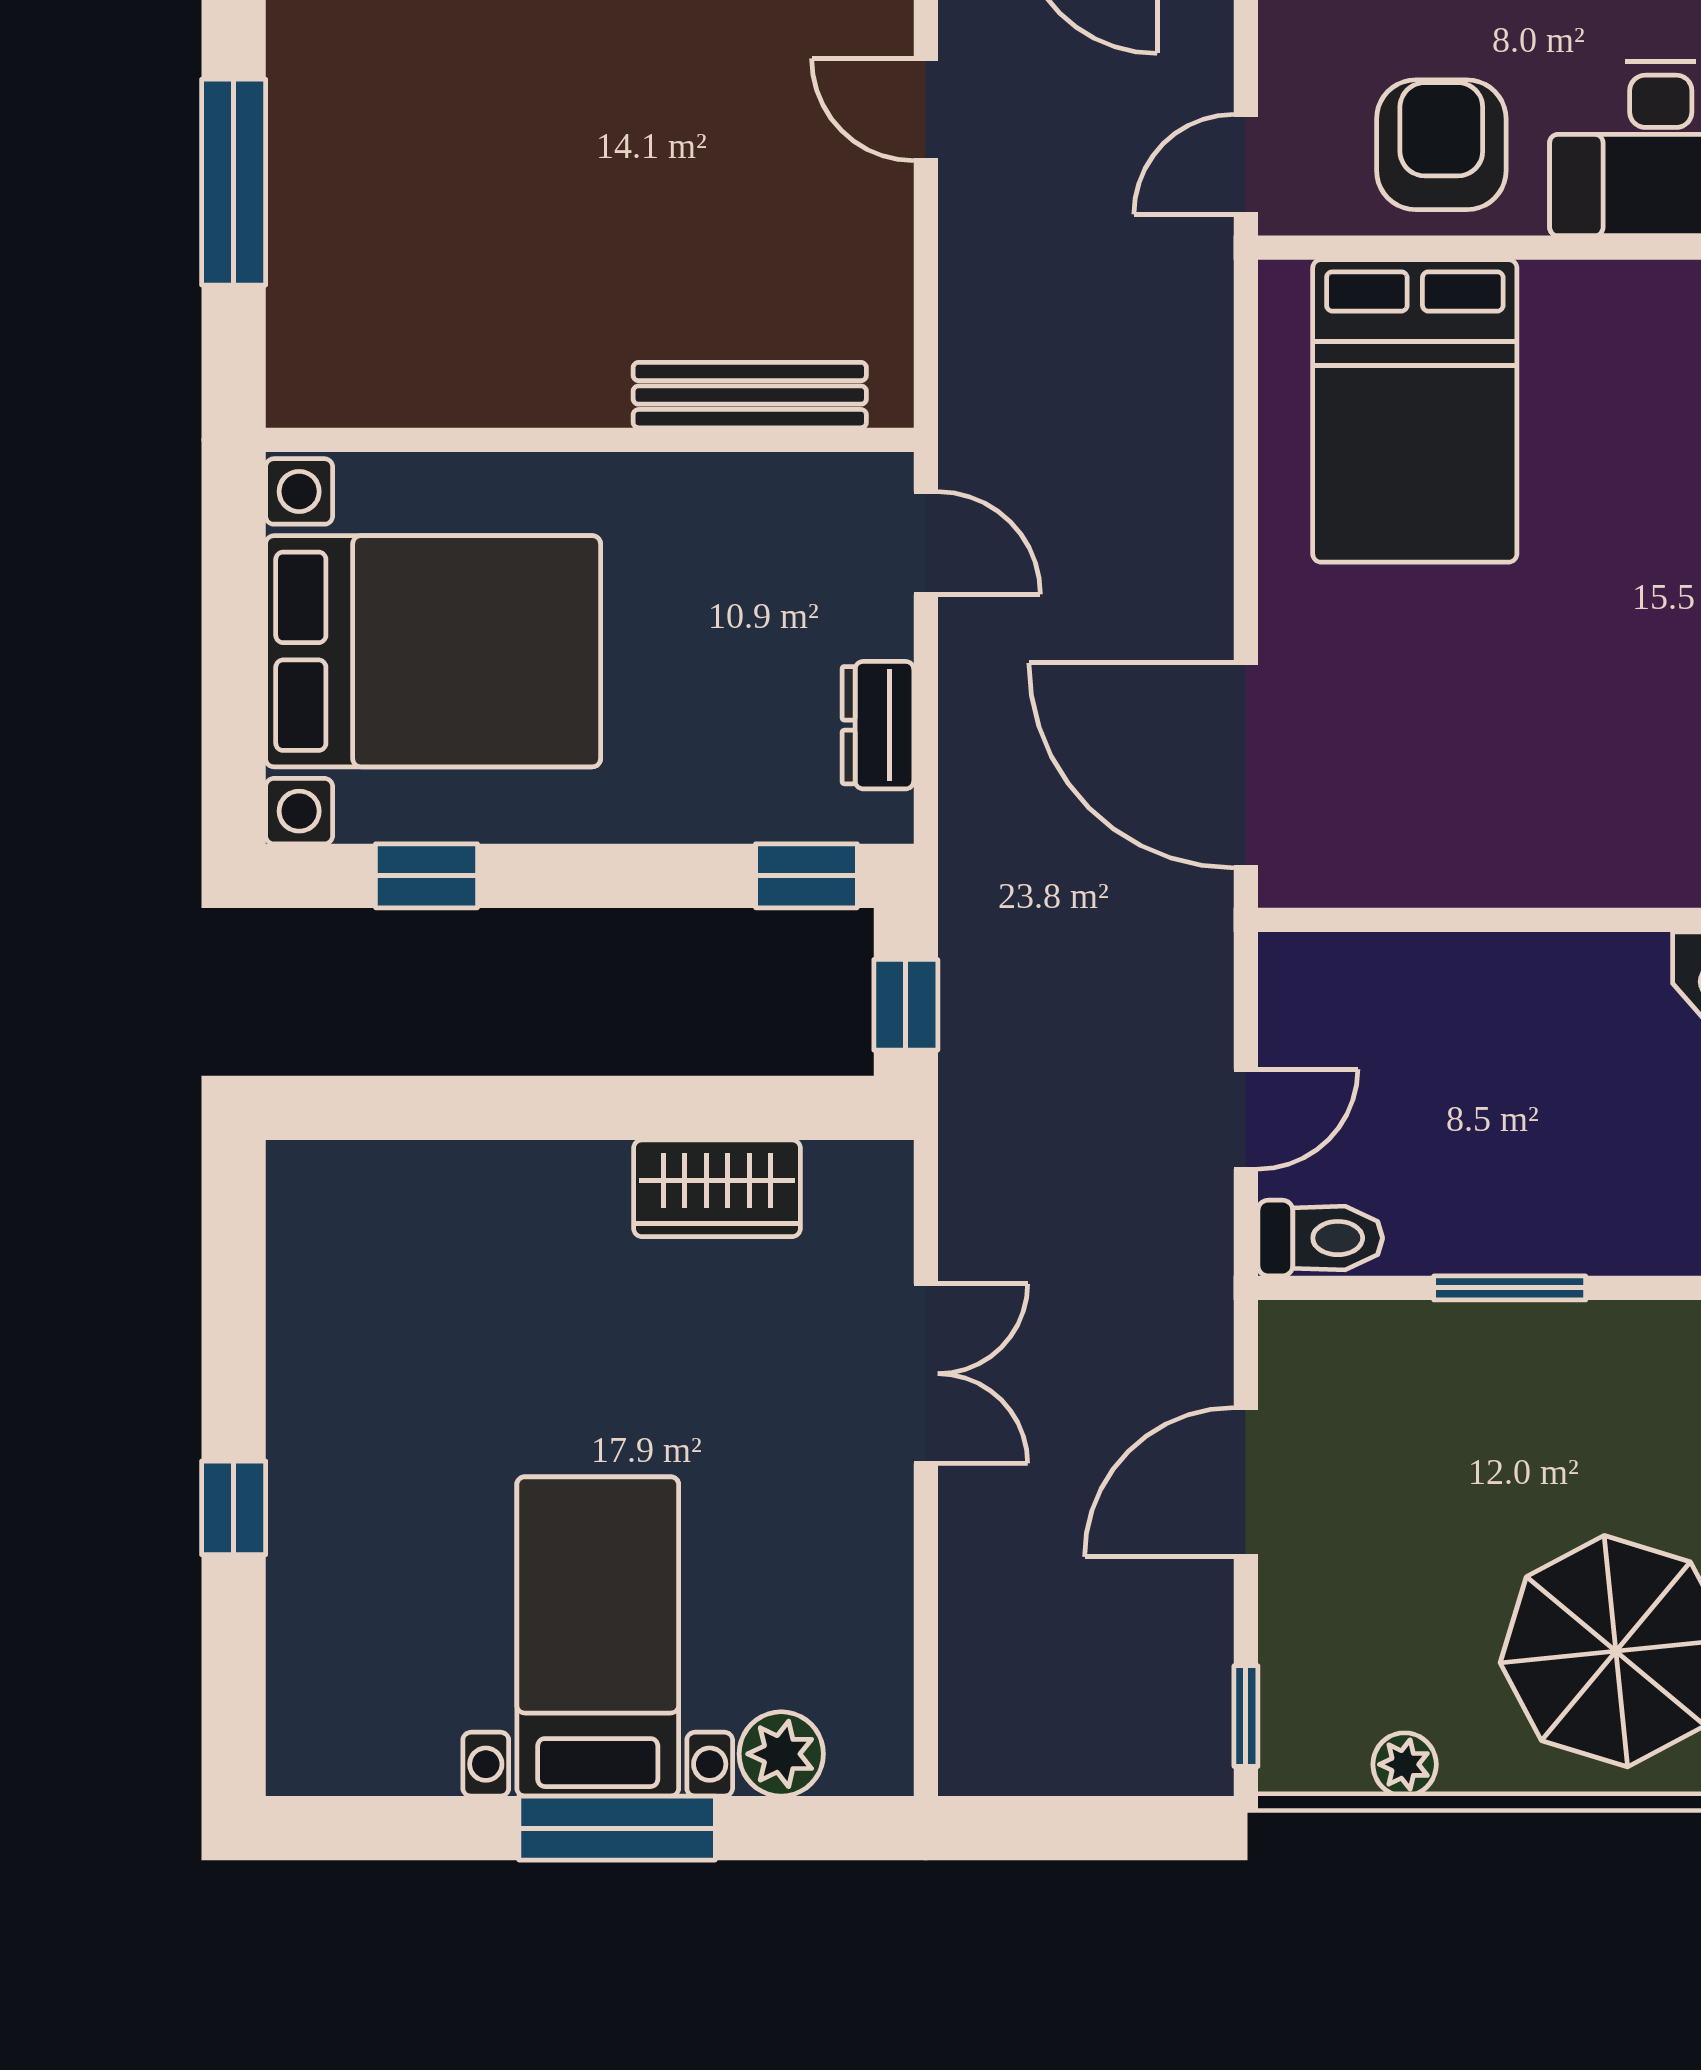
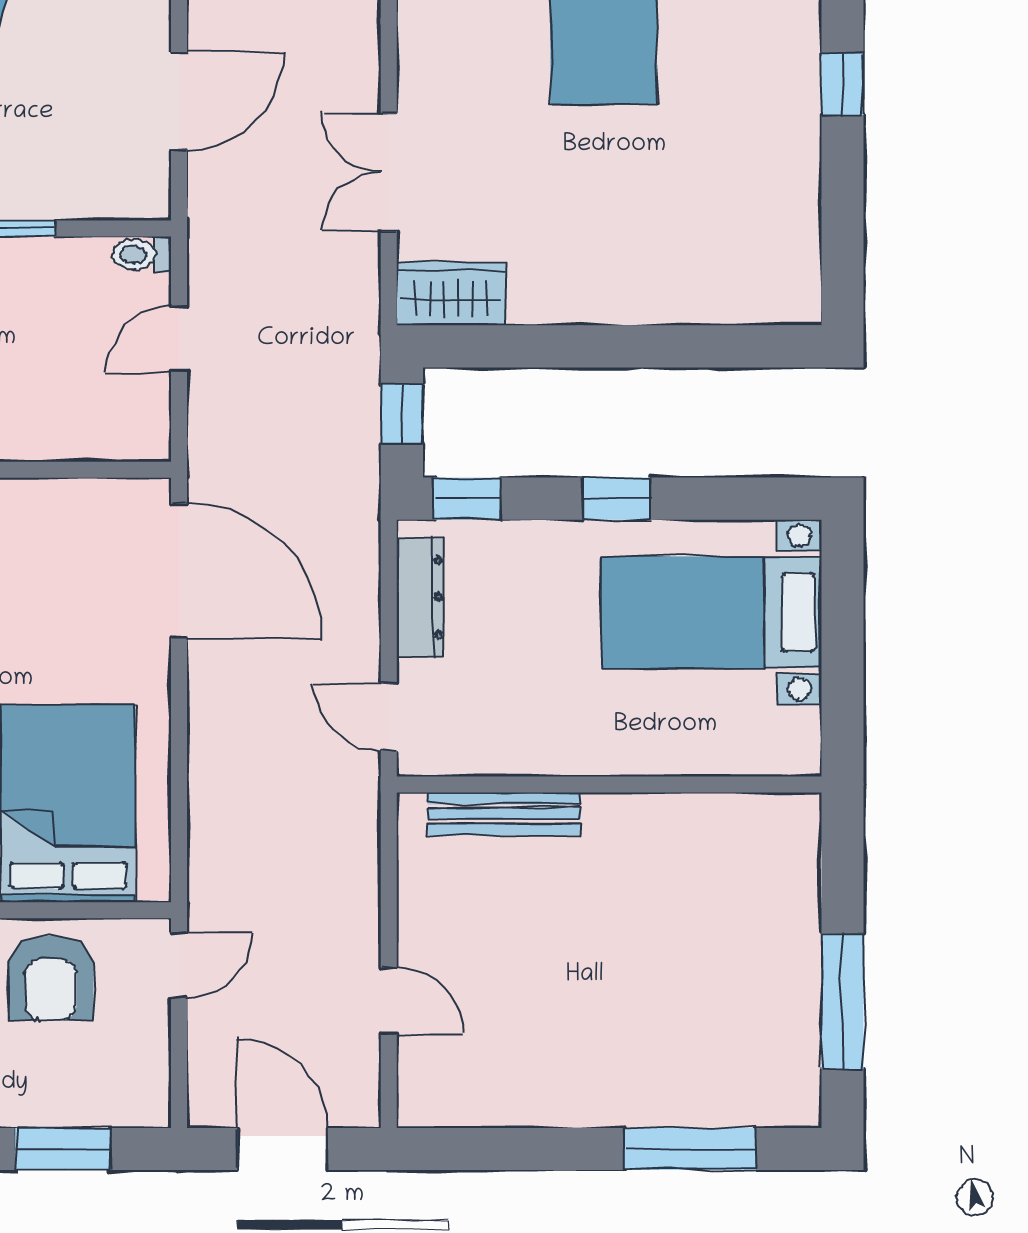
window: (234, 182) -> (842, 1001), moved
bed with nightstands: (433, 651) -> (712, 612), width x0.73
dresser: (878, 725) -> (420, 597), width x1.44
window: (427, 876) -> (617, 499), moved
wardrobe: (717, 1188) -> (451, 294), moved
toilet: (1320, 1238) -> (142, 254), width x0.73, depth x0.72

